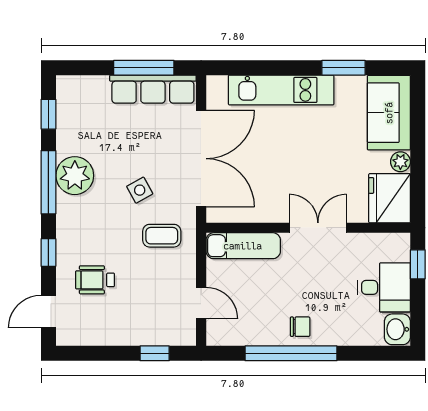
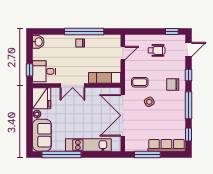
window: (343, 68) -> (61, 155), width x2.11
row of seats: (153, 89) -> (166, 145), moved
plant: (75, 176) -> (177, 108), removed
chair: (85, 230) -> (173, 85), added
wheelchair: (95, 280) -> (157, 50), moved
desk: (384, 287) -> (44, 71), moved
door: (201, 303) -> (123, 53), swing flipped
window: (155, 353) -> (172, 32), moved

